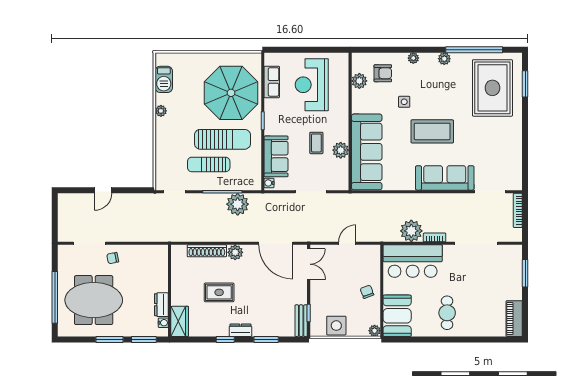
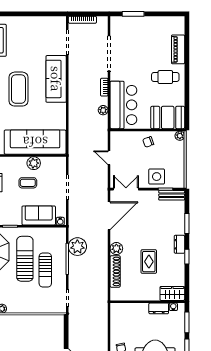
plant: (411, 231) -> (103, 110), width x0.53, depth x0.53
piano: (514, 319) -> (178, 49), moved, turned 90
side table: (336, 326) -> (157, 177), moved

